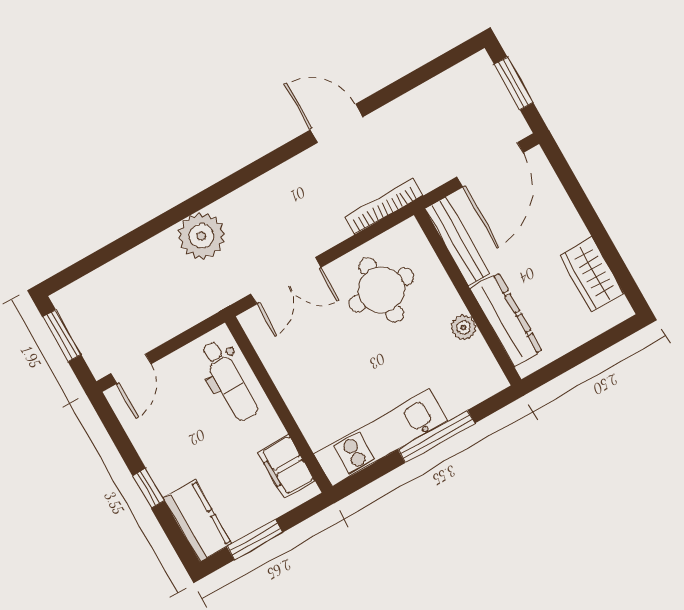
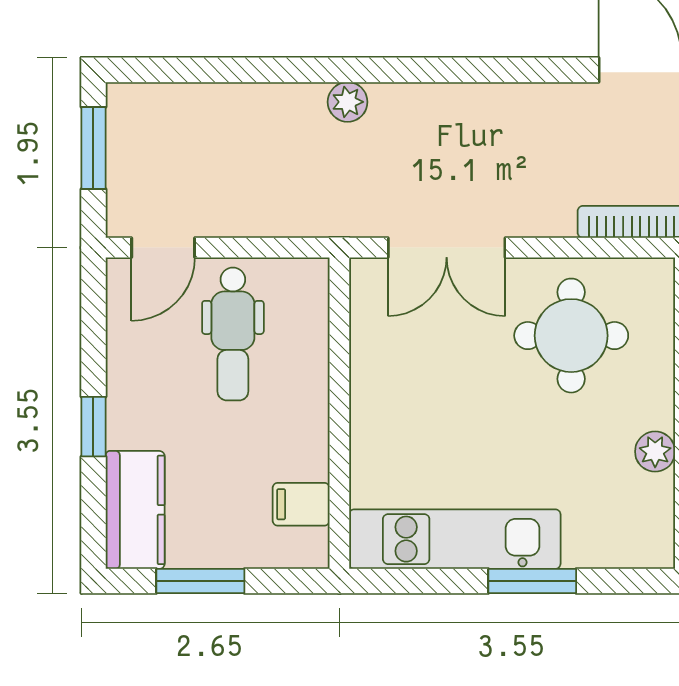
plant: (201, 236) -> (348, 102), width x0.53, depth x0.53
dental chair: (229, 381) -> (233, 334), moved
window: (436, 436) -> (532, 581), width x0.69
filing cabinet: (286, 466) -> (301, 504), width x0.50

